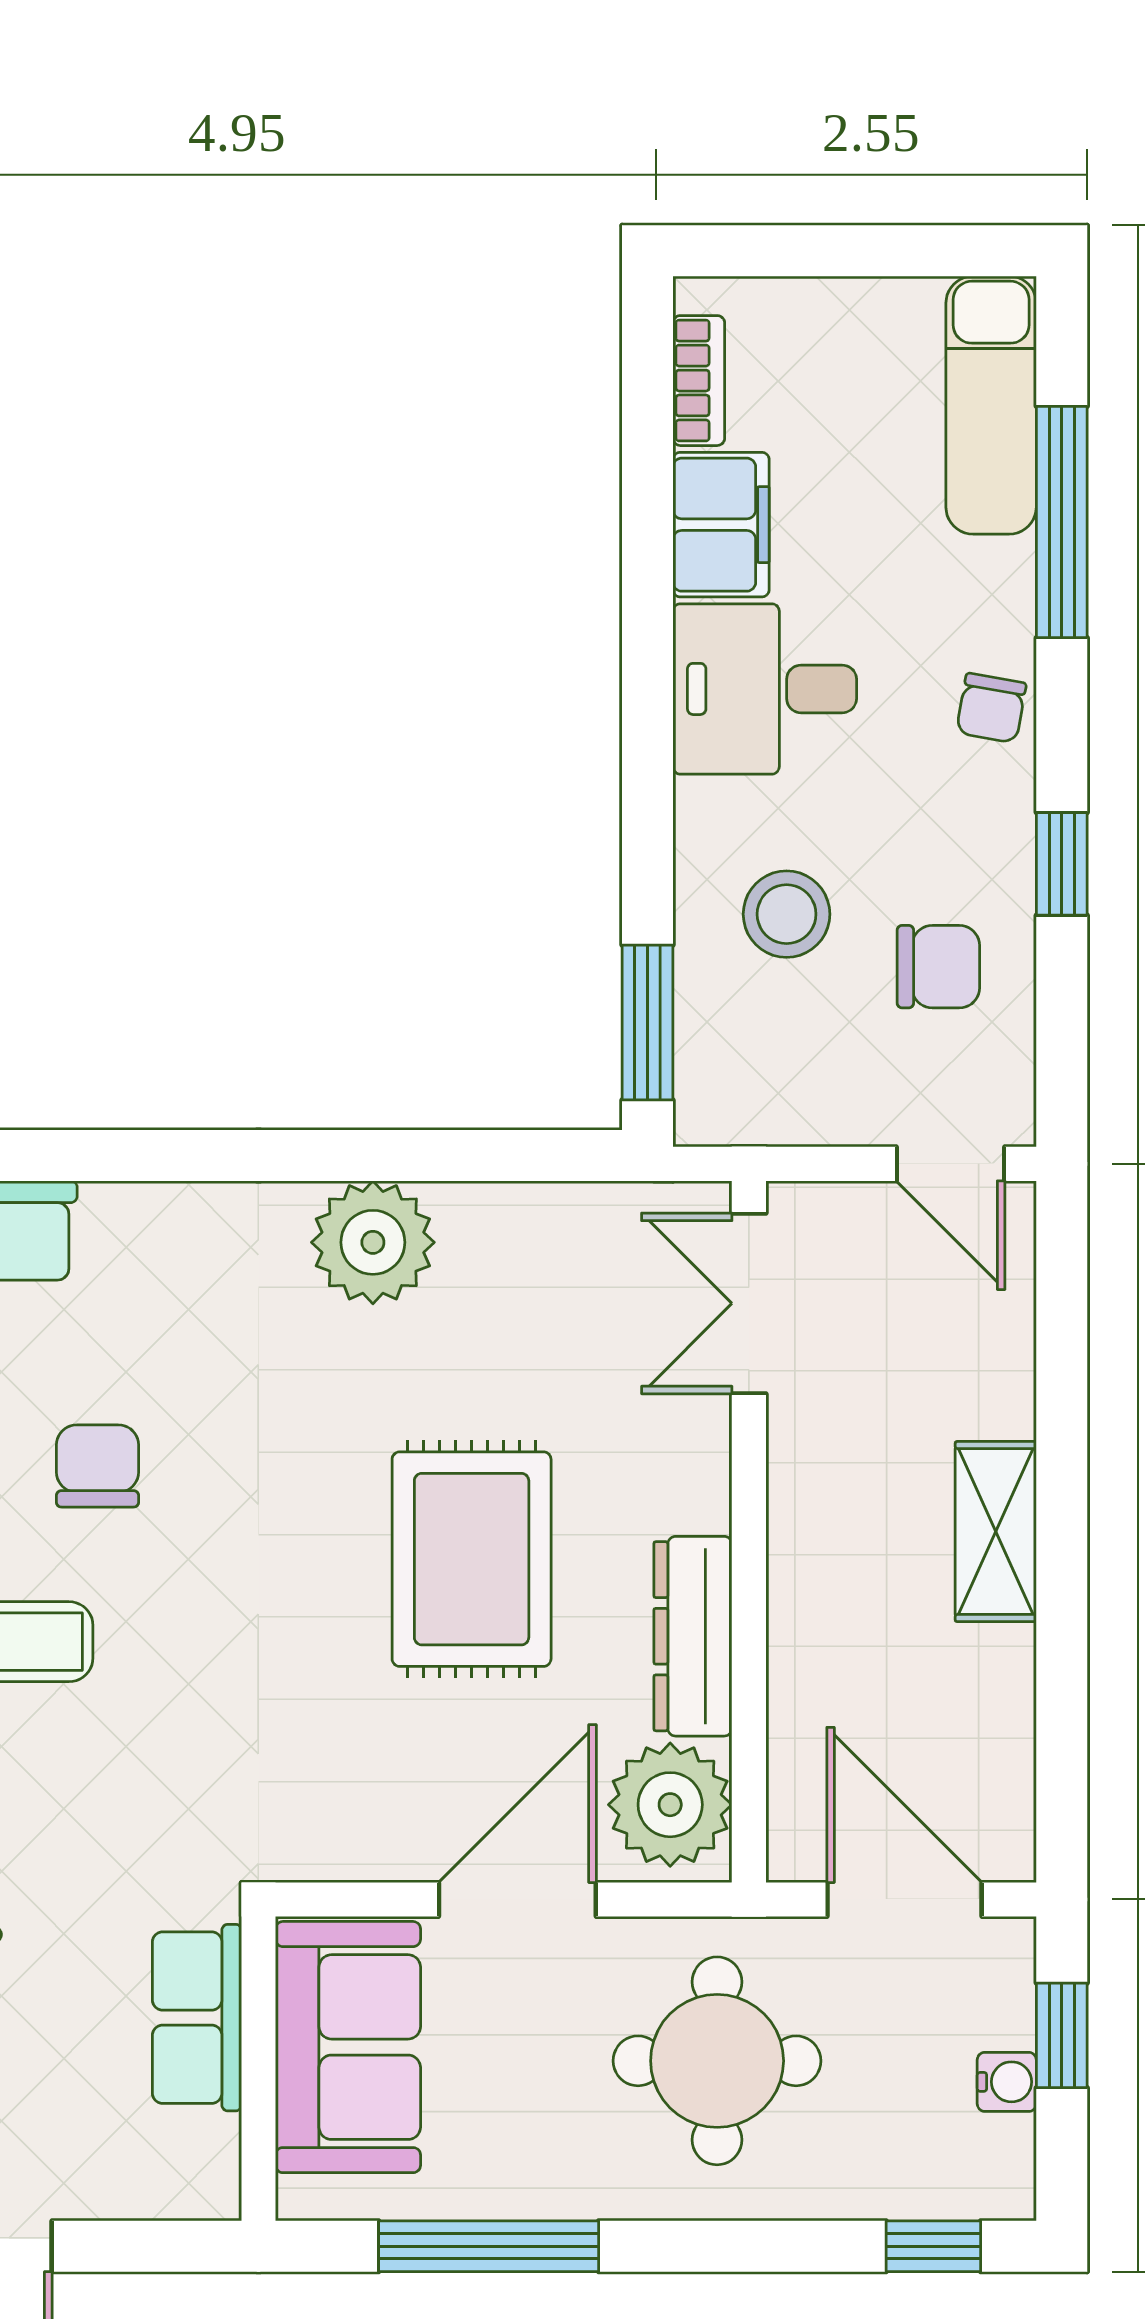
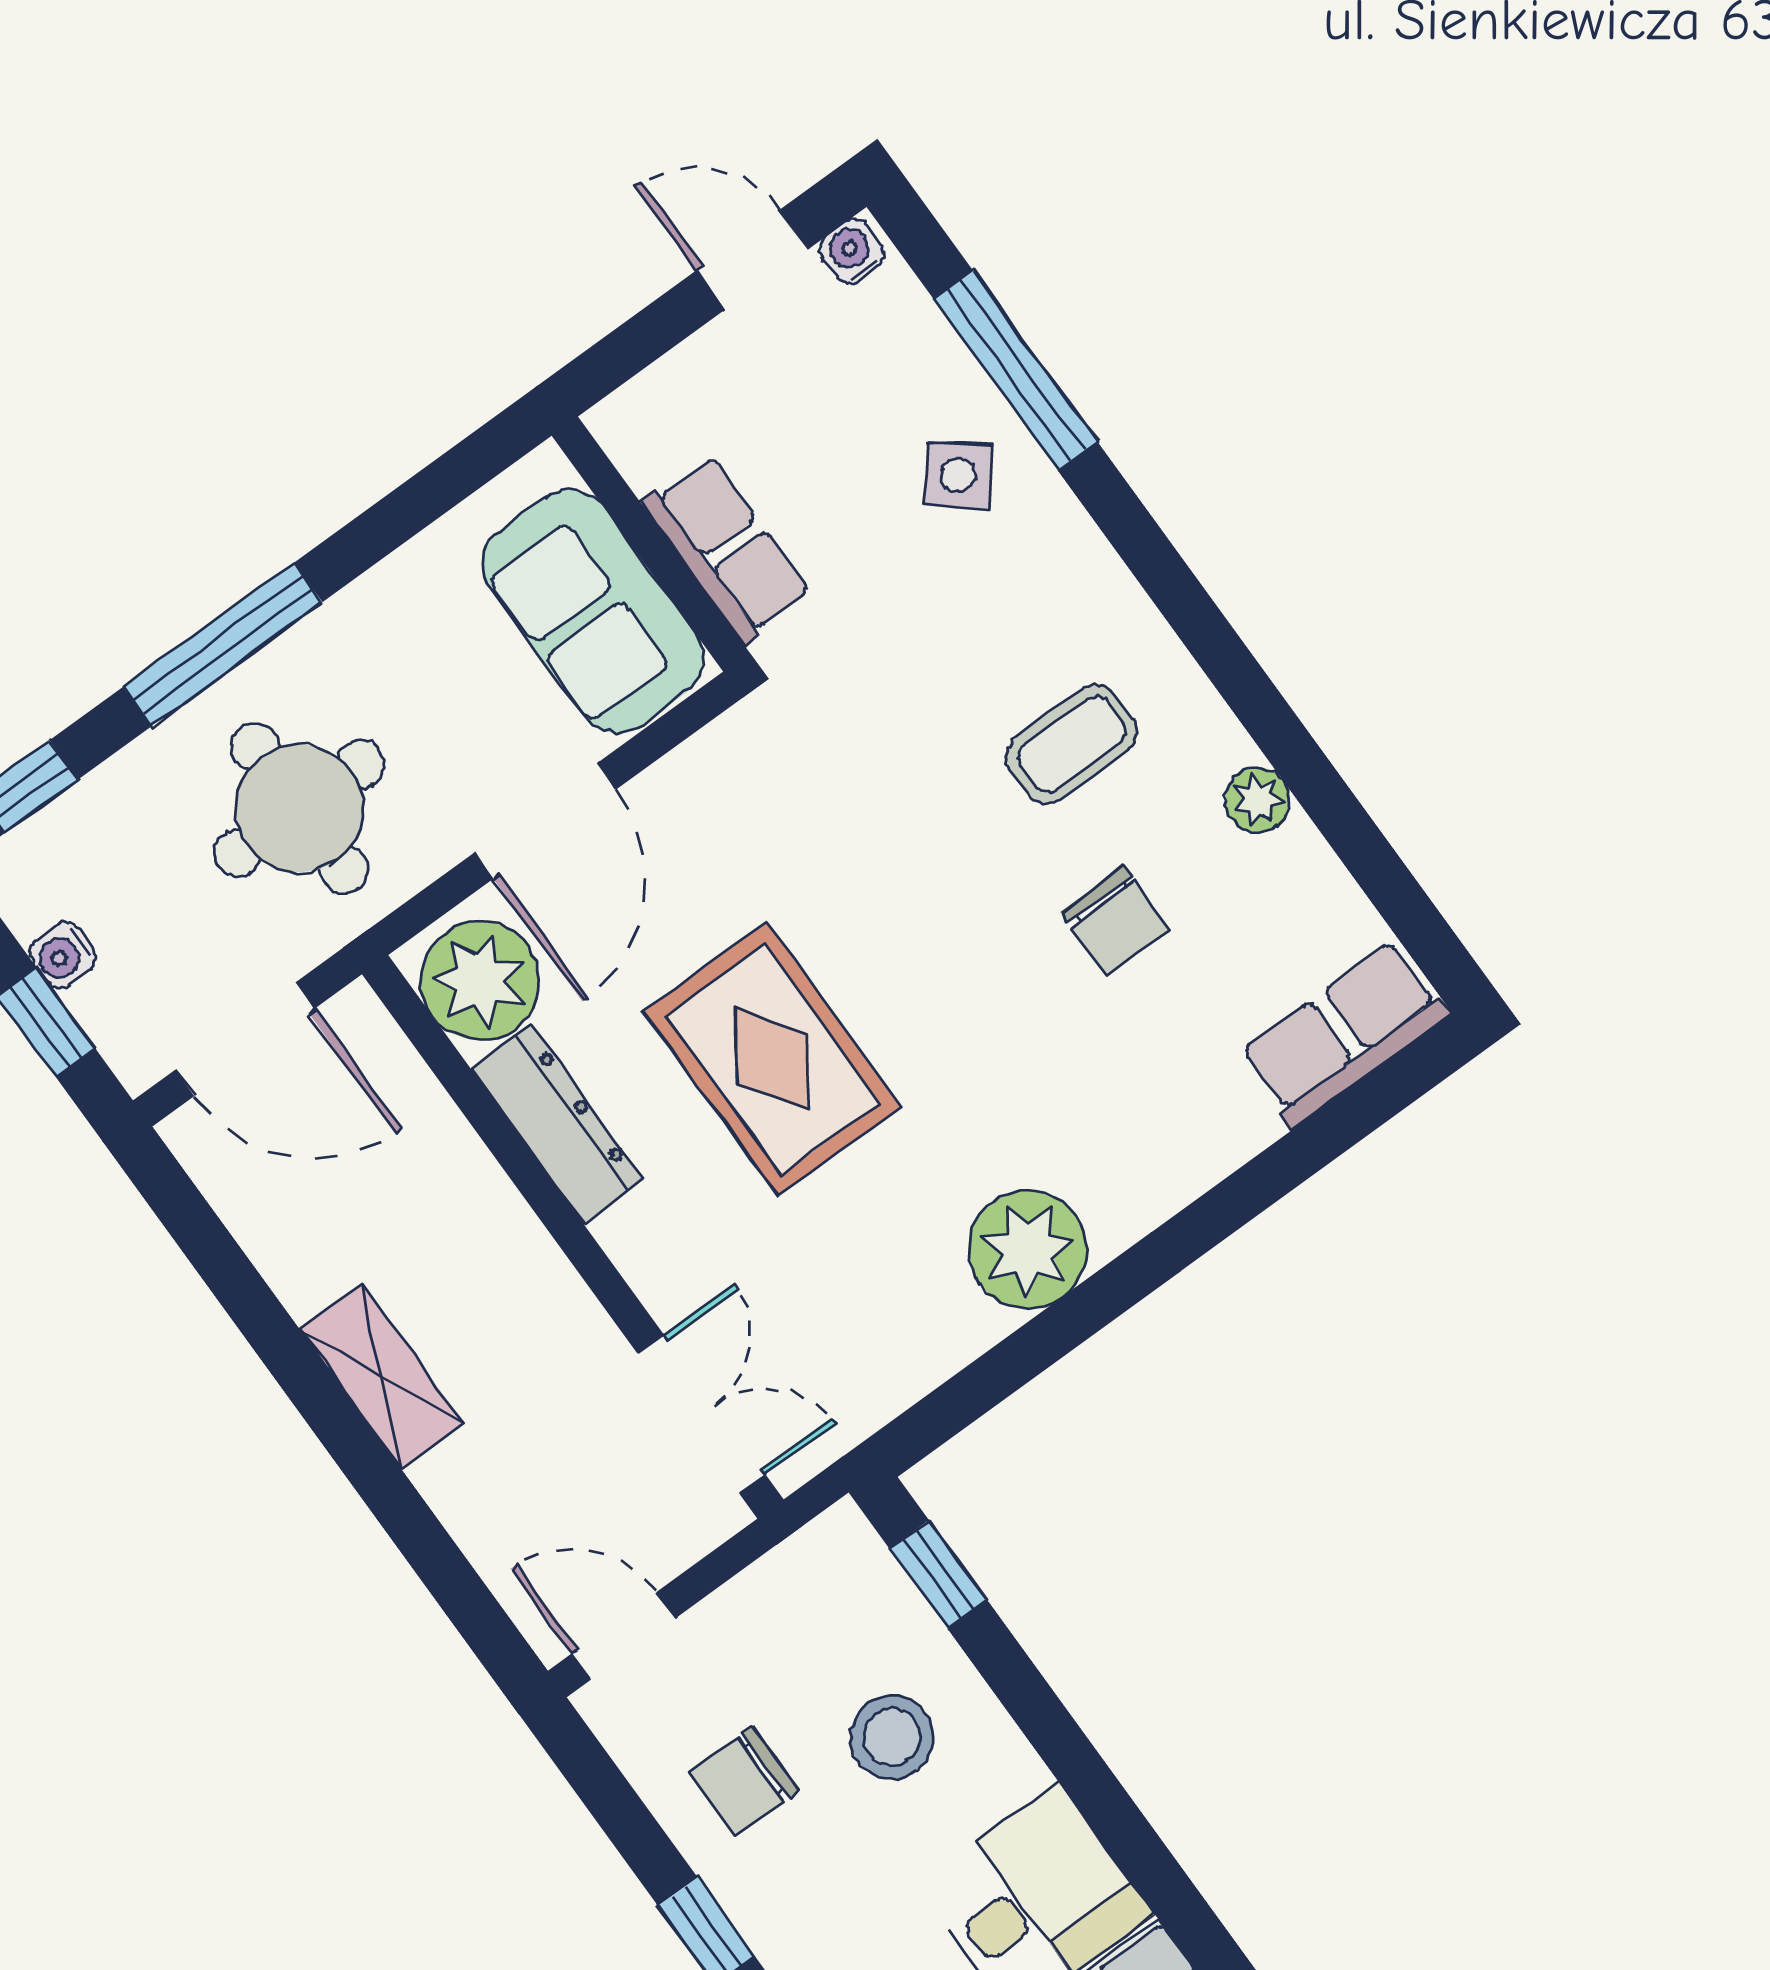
window: (647, 1023) -> (938, 1575), width x0.67
window: (489, 2246) -> (223, 644), moved

